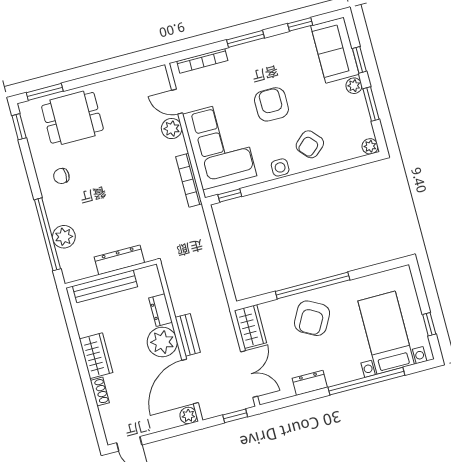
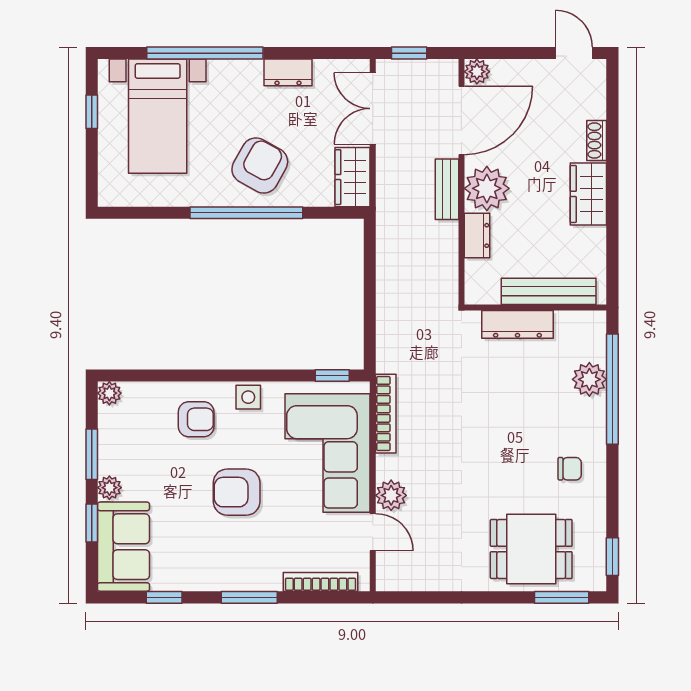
armchair: (271, 104) -> (237, 492), turned 90
armchair: (310, 144) -> (196, 419), turned 42

